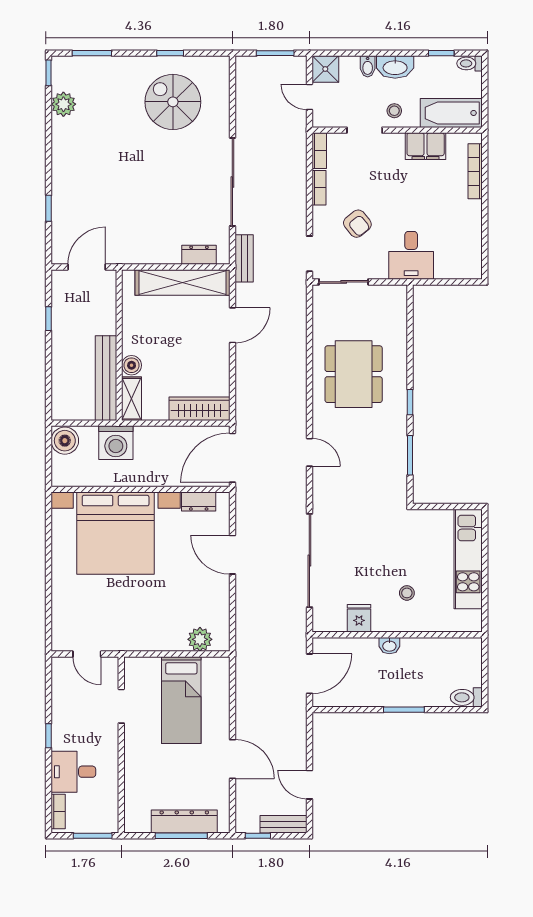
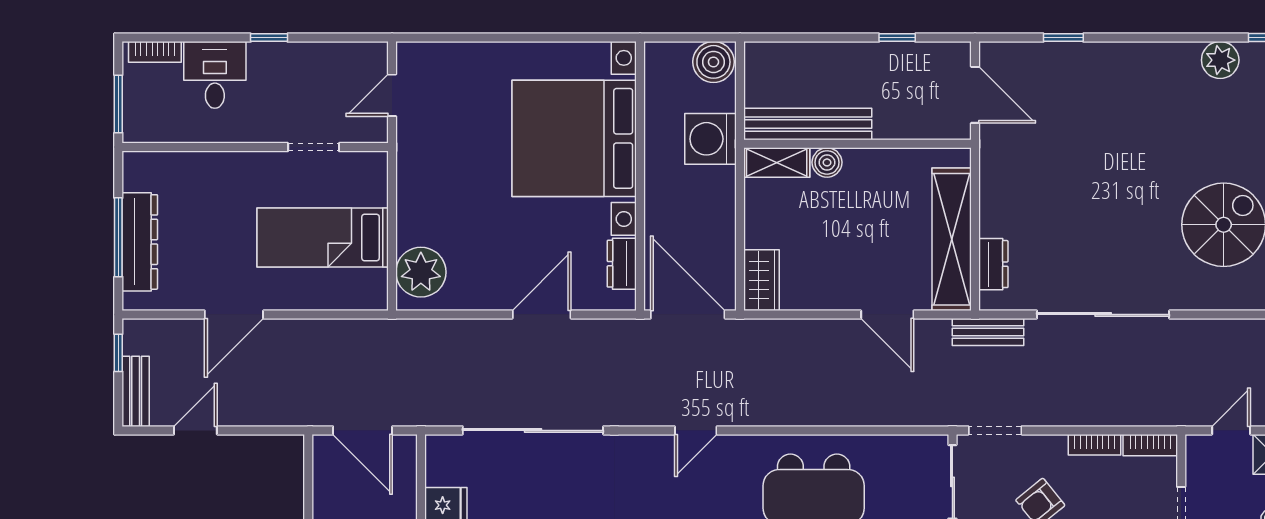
wardrobe: (199, 409) -> (761, 280), width x0.67
plant: (200, 639) -> (421, 272), width x1.36, depth x1.36

